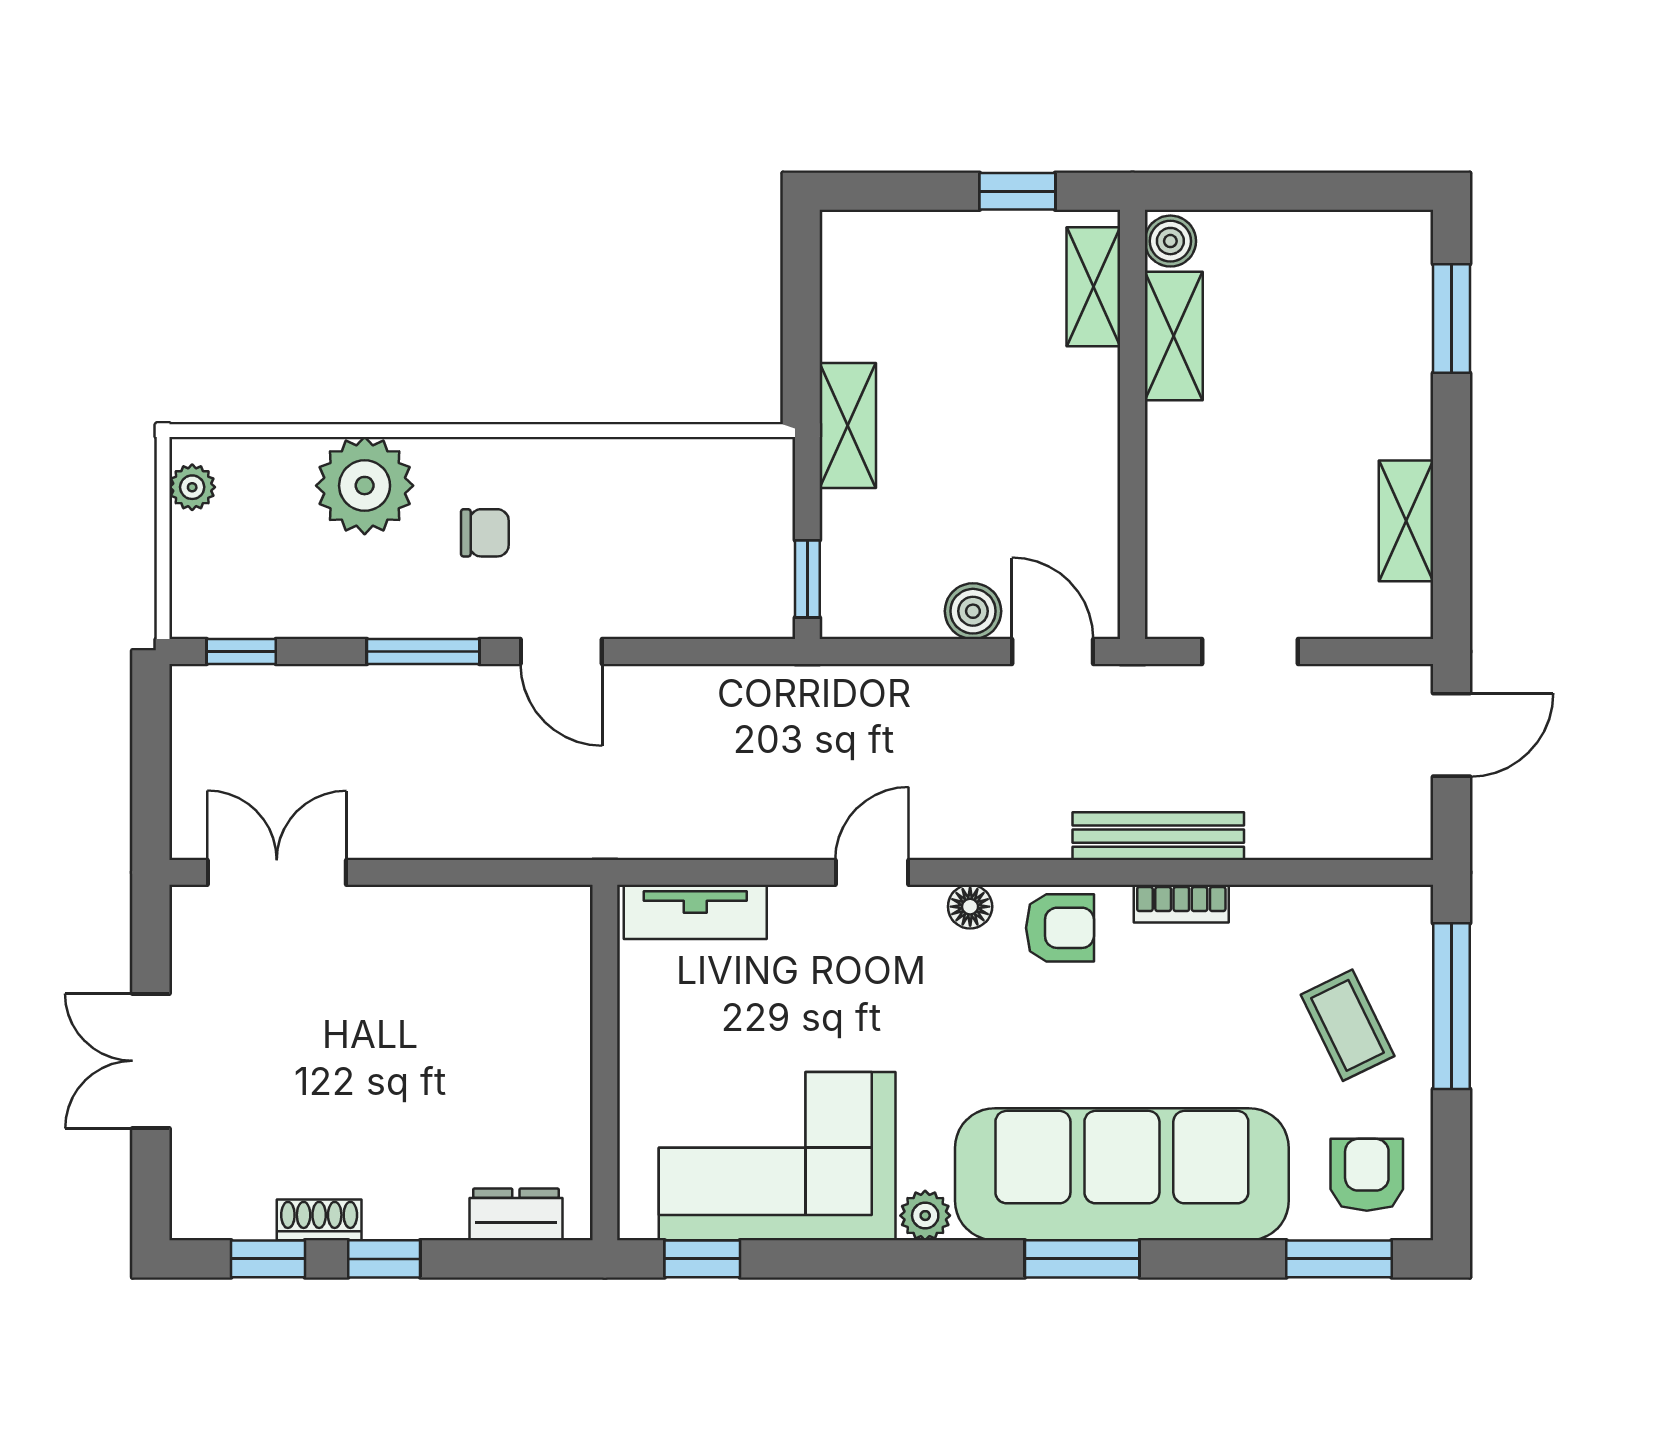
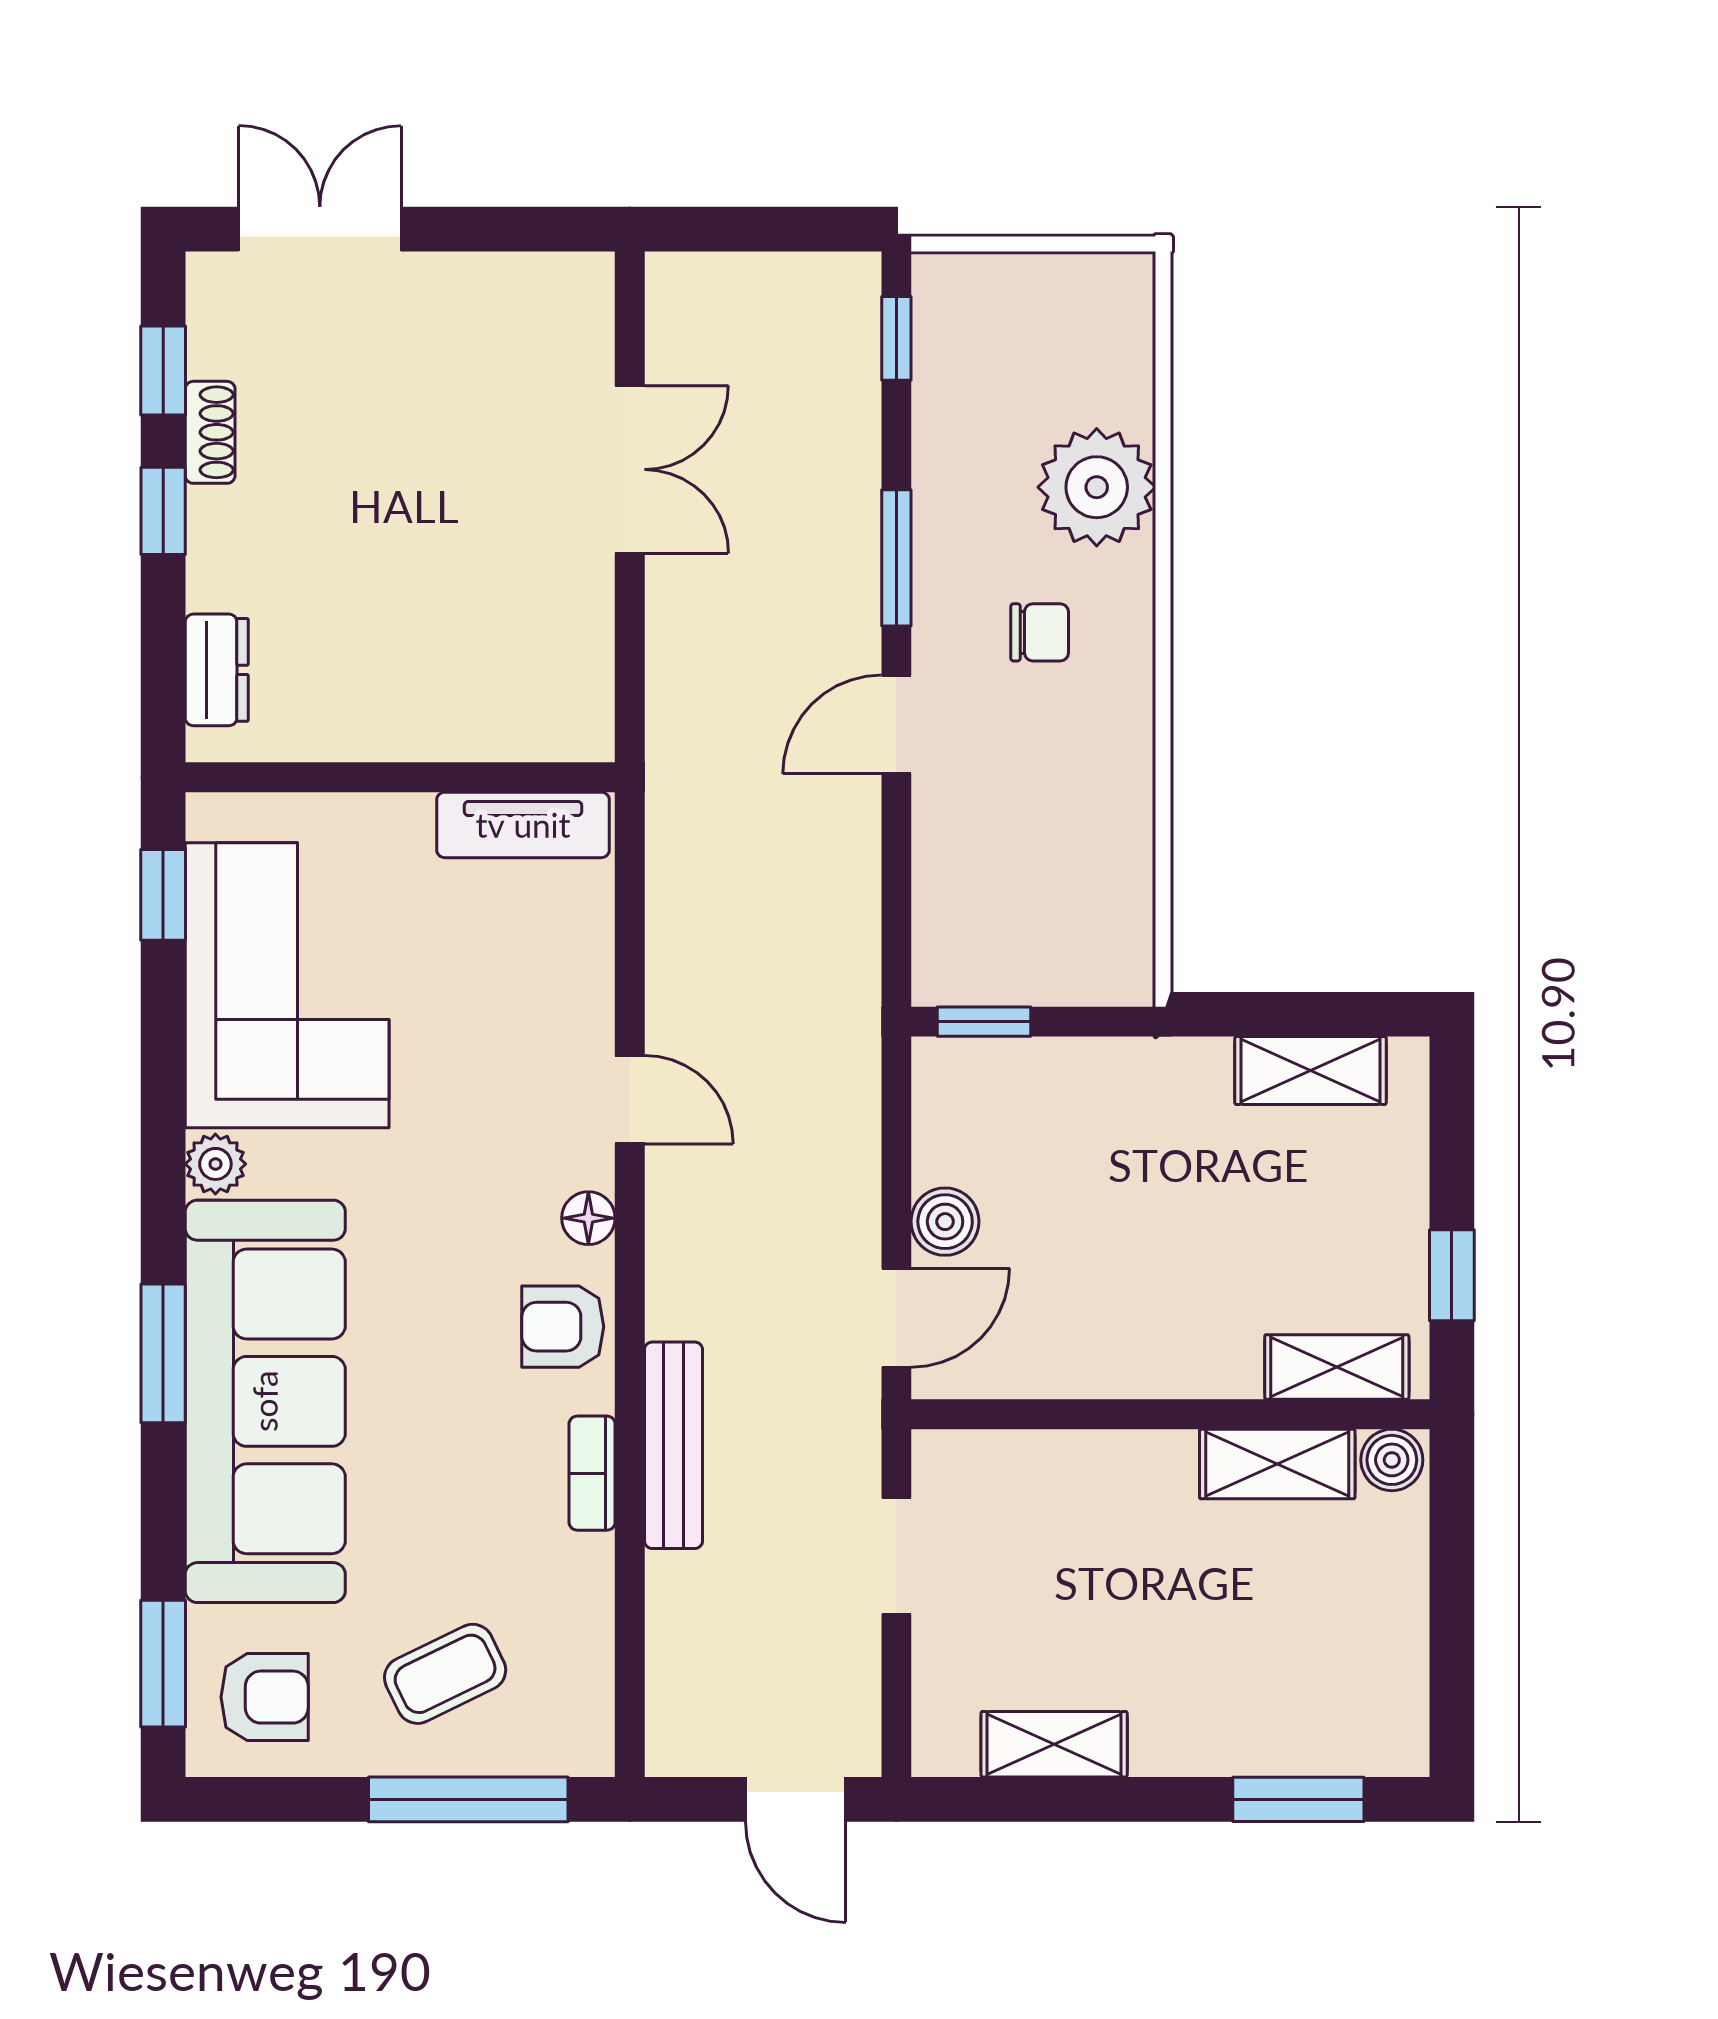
shelving: (848, 425) -> (1311, 1070), moved
plant: (192, 487) -> (1095, 279), removed
chair: (485, 533) -> (1040, 632), turned -90
double door: (277, 872) -> (630, 469), moved
tv unit: (695, 912) -> (523, 825), moved, turned -90
armchair: (1060, 928) -> (563, 1327), turned 90
double door: (151, 1061) -> (320, 229), moved

